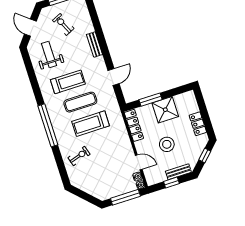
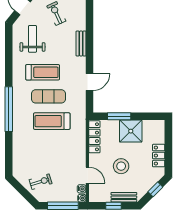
exercise bike: (79, 156) -> (41, 182), moved

